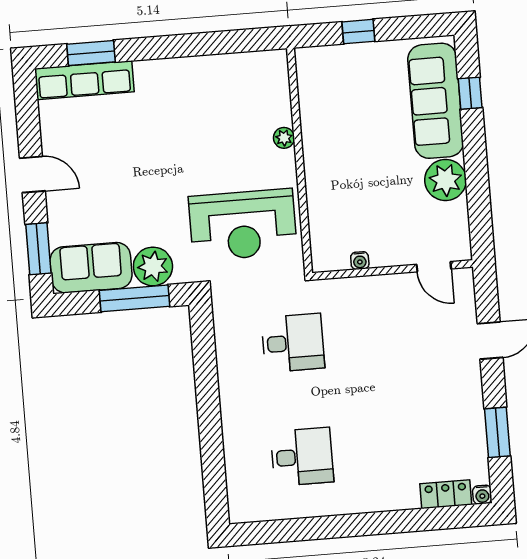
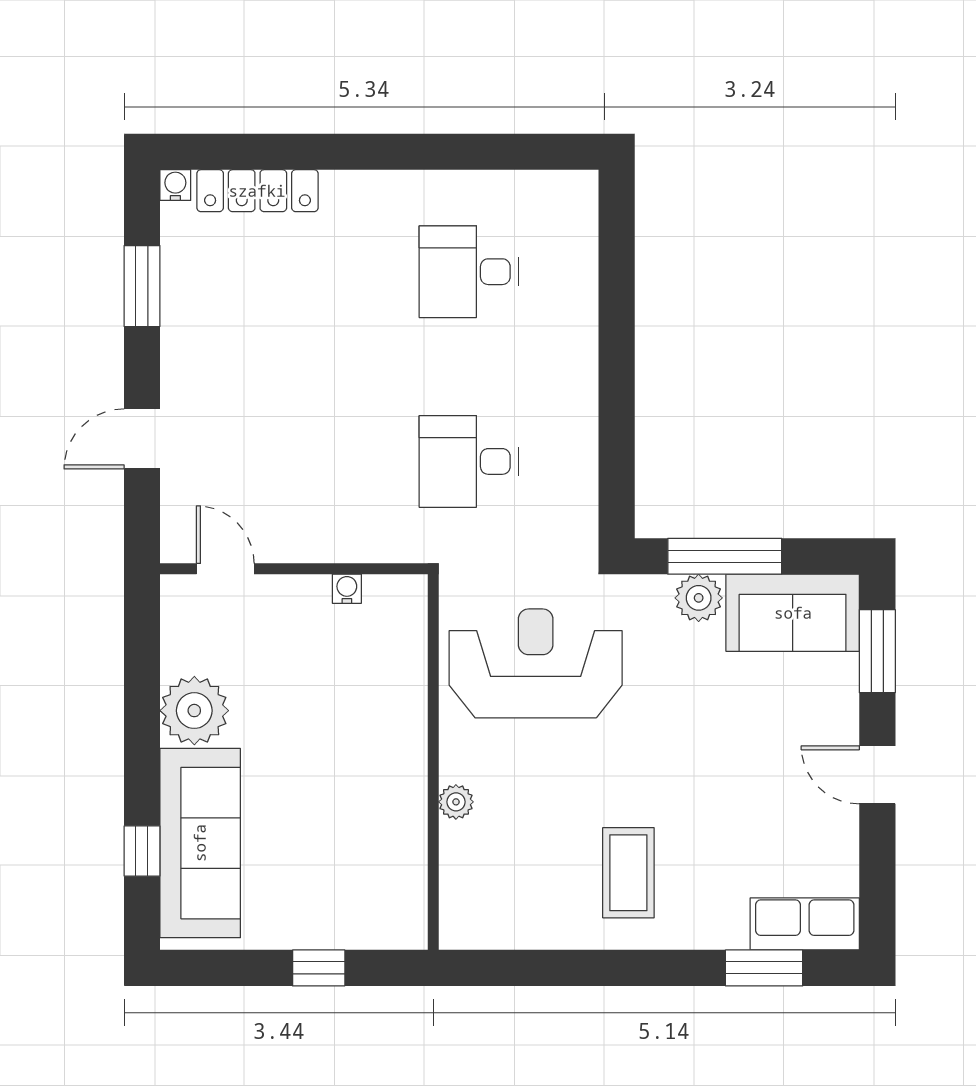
row of seats: (84, 80) -> (805, 924), width x0.68
coffee table: (177, 104) -> (628, 873), added
plant: (153, 266) -> (699, 598), width x0.73, depth x0.73
locker: (446, 494) -> (257, 191), width x1.53

